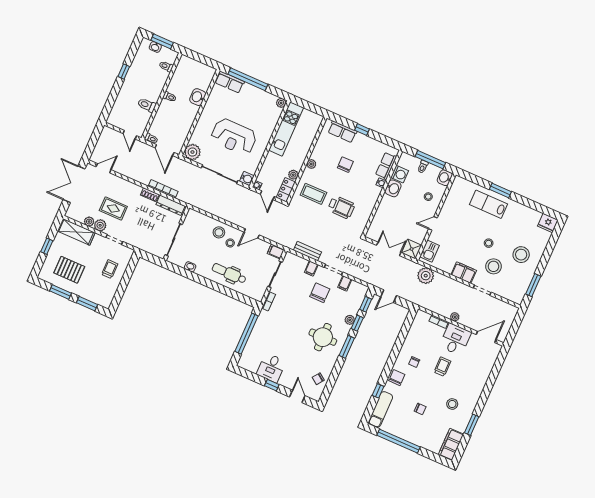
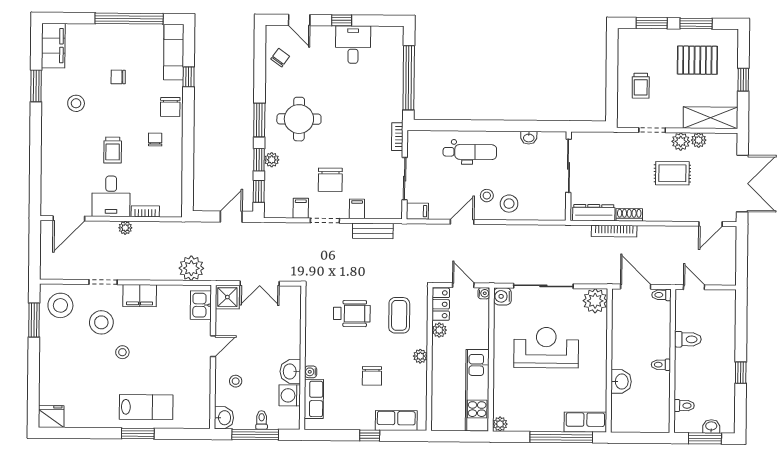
coffee table: (313, 194) -> (399, 315), turned 90
wheelchair: (341, 207) -> (352, 314), turned 180
stool: (521, 255) -> (60, 305), moved

